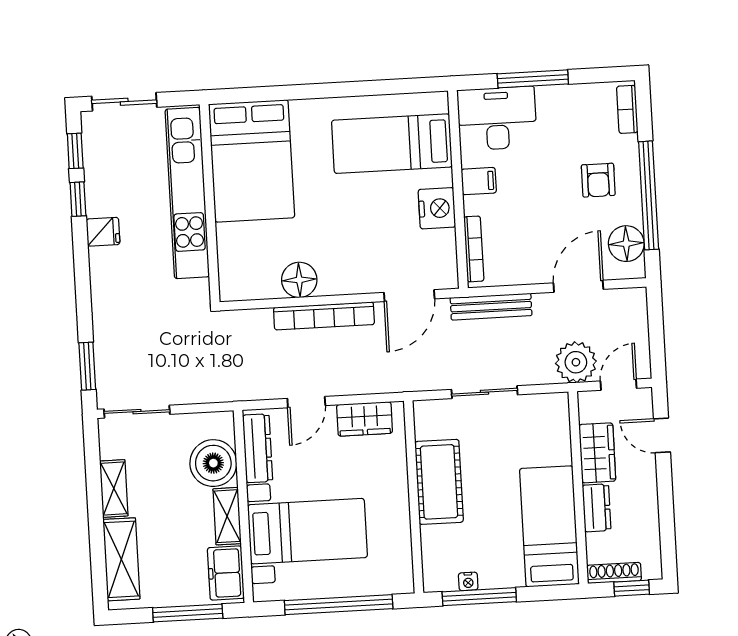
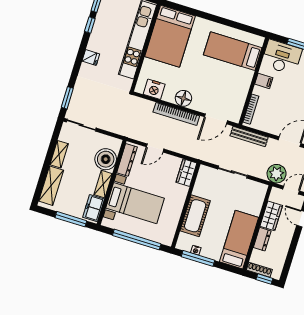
nightstand: (437, 208) -> (154, 89), moved, turned 90
fridge: (103, 232) -> (91, 58), moved
floor lamp: (299, 280) -> (183, 98), moved
wardrobe: (365, 419) -> (186, 173), moved, turned 90
cot: (439, 482) -> (195, 216), moved

